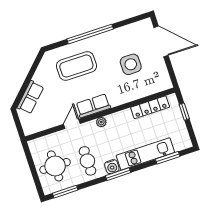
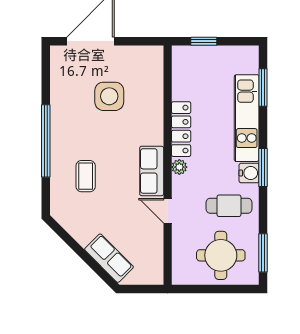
coffee table: (76, 66) -> (86, 176), width x0.54, depth x0.58
locker: (150, 107) -> (181, 129), moved

